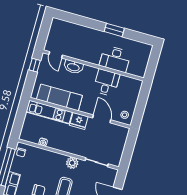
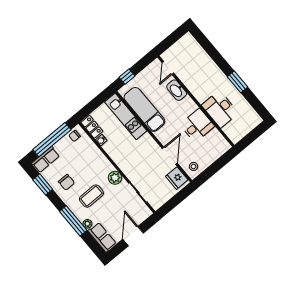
window: (35, 65) -> (127, 77), moved
fridge: (79, 121) -> (177, 178), moved
locker: (29, 137) -> (92, 127), added

